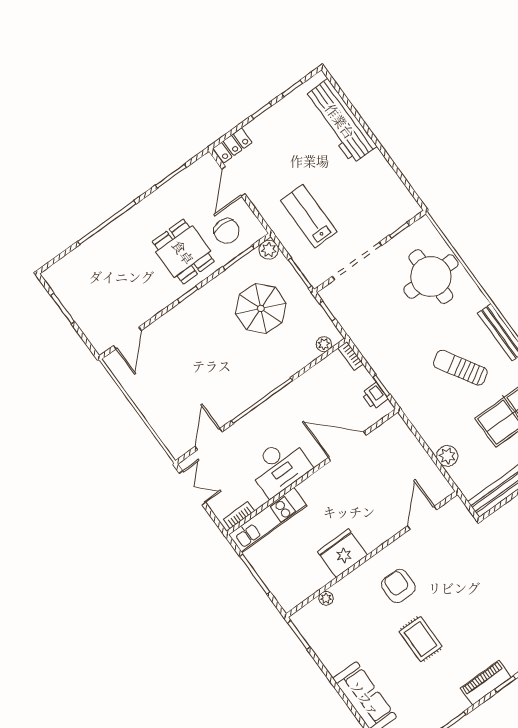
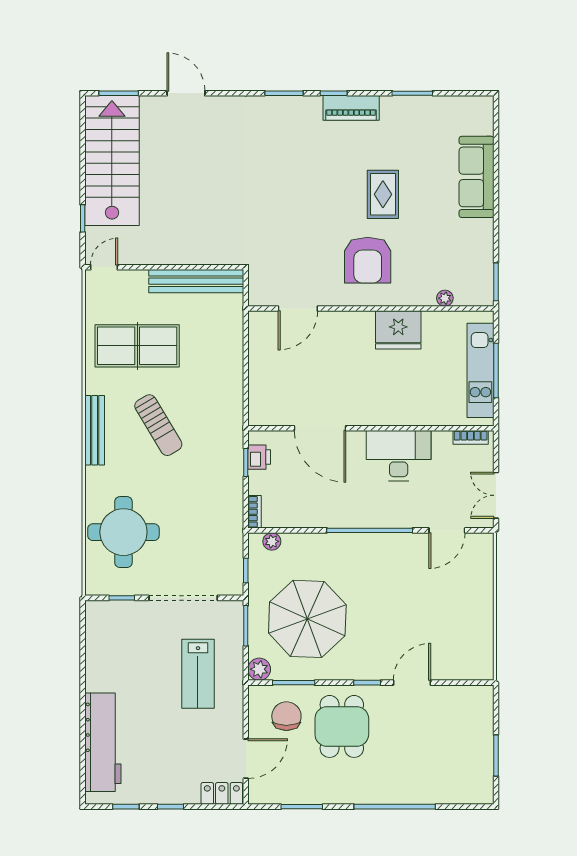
parasol: (261, 308) -> (307, 619), width x1.36, depth x1.36
door: (127, 338) -> (412, 683), moved
plant: (447, 456) -> (231, 350), removed
kitchen unit: (268, 520) -> (480, 370), moved, turned -90
armchair: (398, 586) -> (368, 260), width x1.36, depth x1.36

